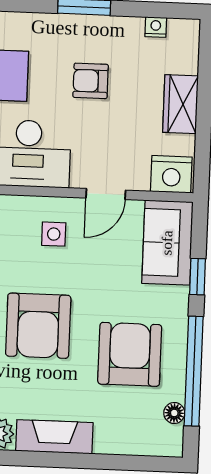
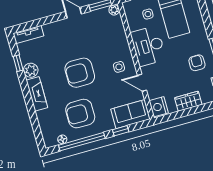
armchair: (91, 81) -> (197, 63), moved
armchair: (130, 354) -> (80, 114), turned 180

